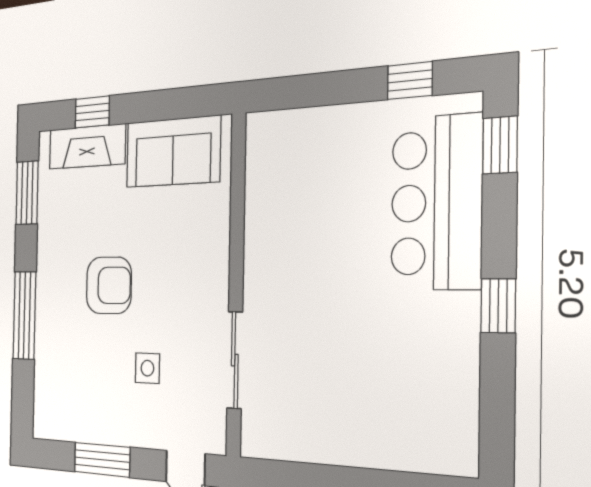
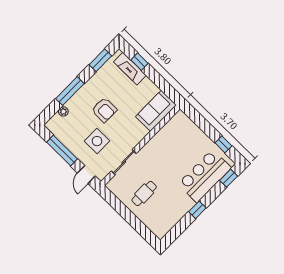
sofa: (173, 152) -> (156, 111), moved, turned 90
side table: (147, 368) -> (97, 141), width x1.87, depth x1.87
plant: (44, 371) -> (63, 112), added
cafe table: (338, 391) -> (144, 193), added
window: (102, 460) -> (62, 151), width x1.44

